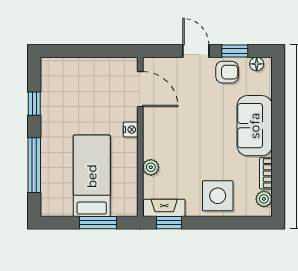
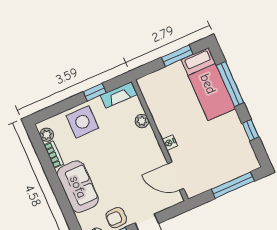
window: (81, 51) -> (233, 185), added
bed: (92, 176) -> (208, 84), moved
window: (98, 223) -> (177, 56), moved
window: (169, 223) -> (95, 92), moved

